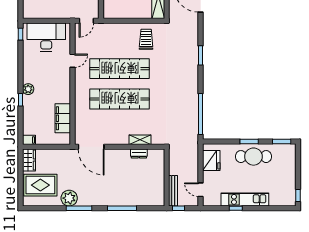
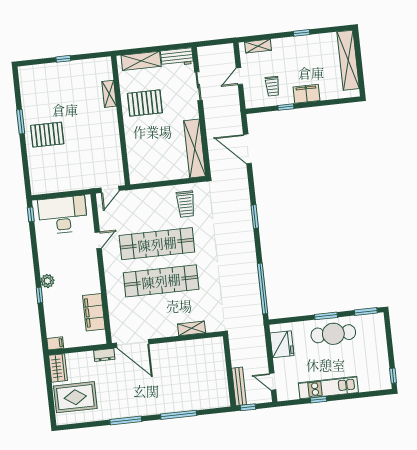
trolley: (146, 39) -> (186, 204), turned 180
dresser: (139, 154) -> (104, 355), moved
plant: (69, 198) -> (112, 409), removed

